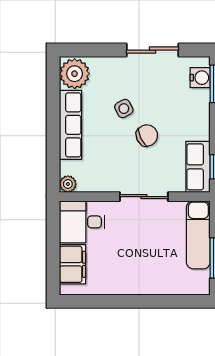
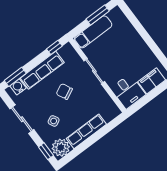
window: (85, 50) -> (46, 151), added
side table: (124, 109) -> (54, 121), moved
row of seats: (198, 167) -> (42, 70), moved, width x1.48
plant: (68, 184) -> (115, 112), removed

